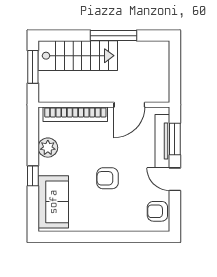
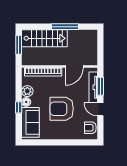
floor lamp: (46, 166) -> (26, 102), added
armchair: (107, 178) -> (62, 109), width x1.88, depth x1.88

